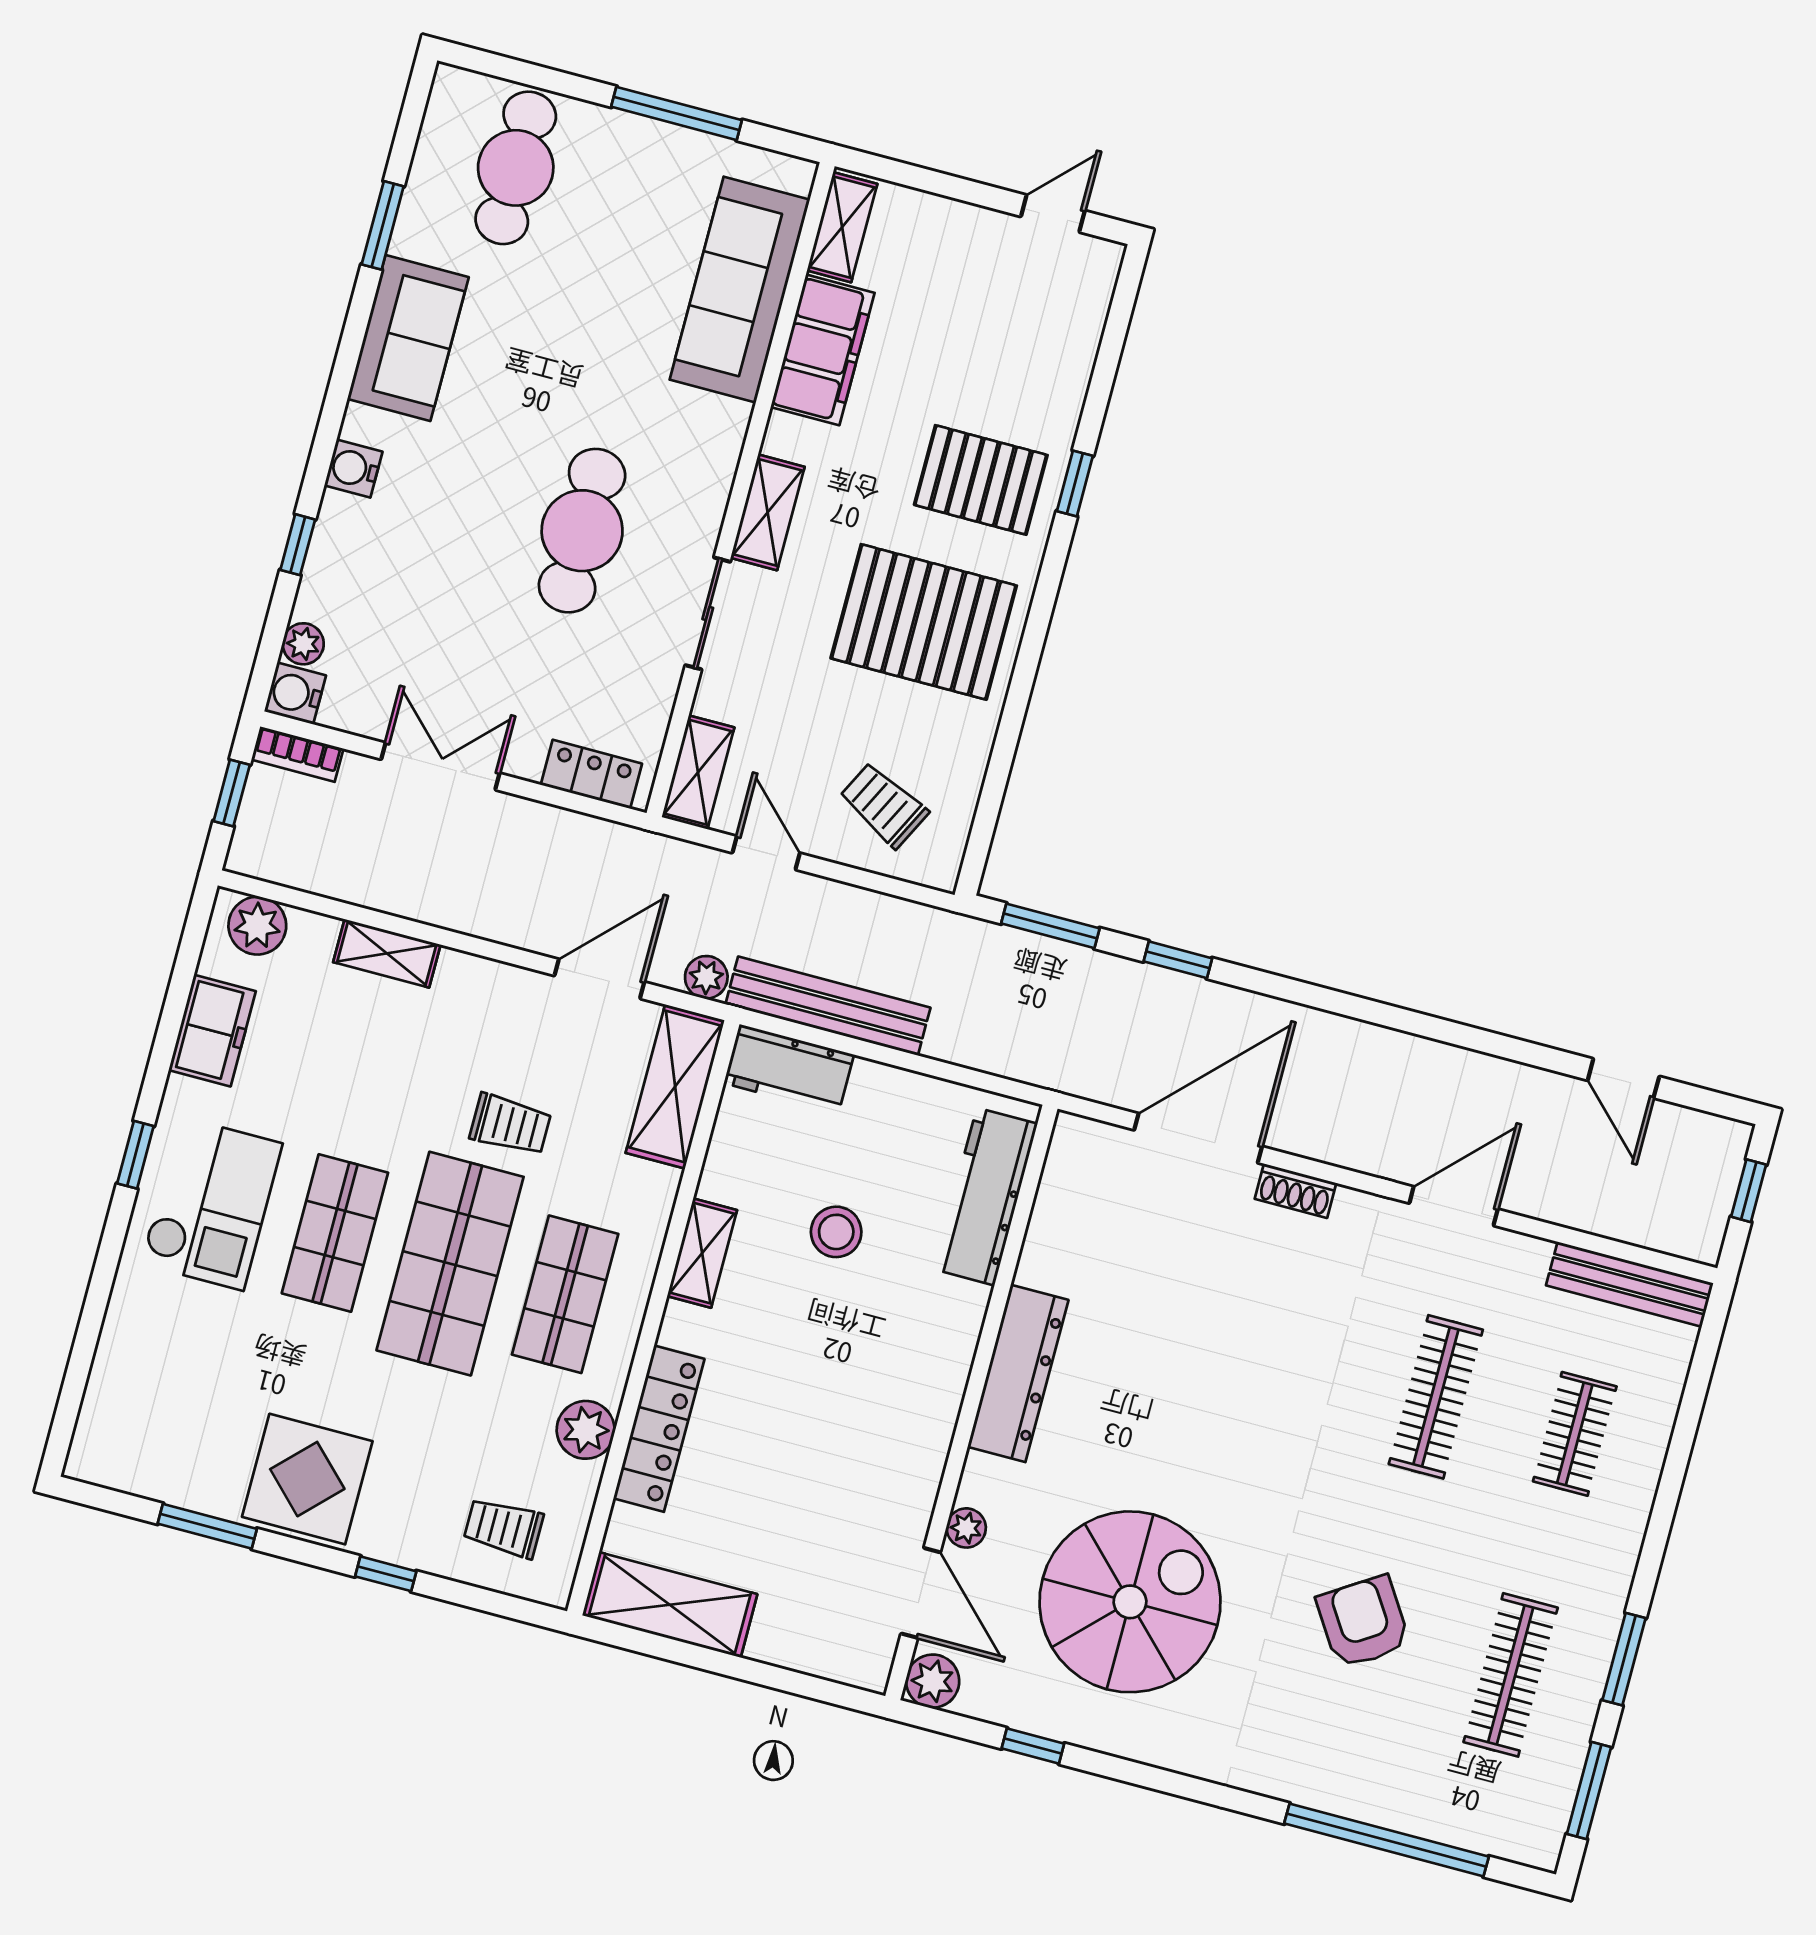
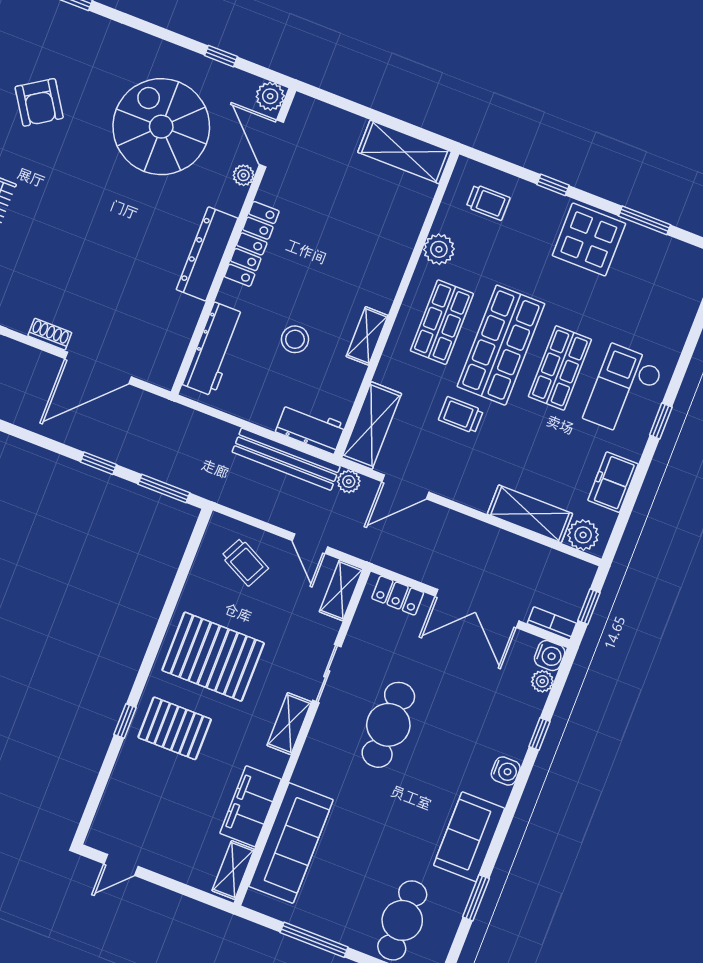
double door: (440, 766) -> (477, 609), width x1.37
shelving: (387, 953) -> (530, 514), width x1.50, depth x1.33
locker: (659, 1429) -> (252, 244), moved, turned 180
spiral stairs: (1130, 1602) -> (161, 127), turned 90

